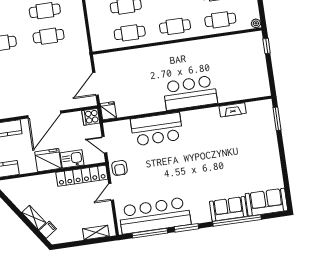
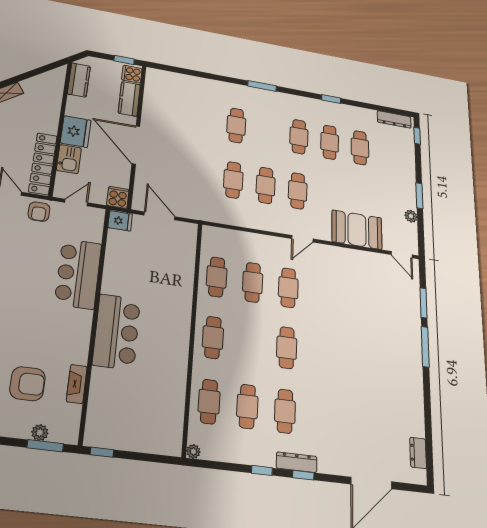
window: (267, 46) -> (102, 452), moved
plant: (270, 124) -> (40, 433), added
armchair: (241, 141) -> (28, 384), added
armchair: (119, 168) -> (39, 212), turned -90

